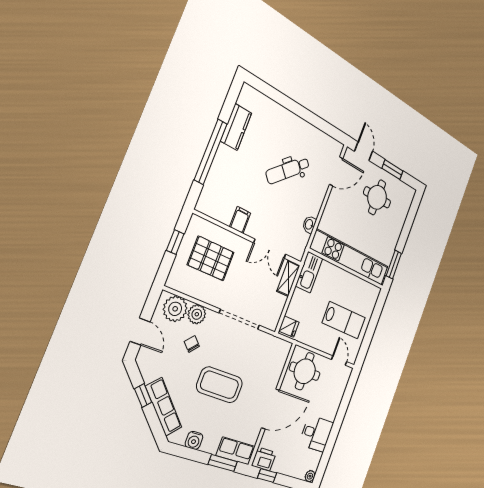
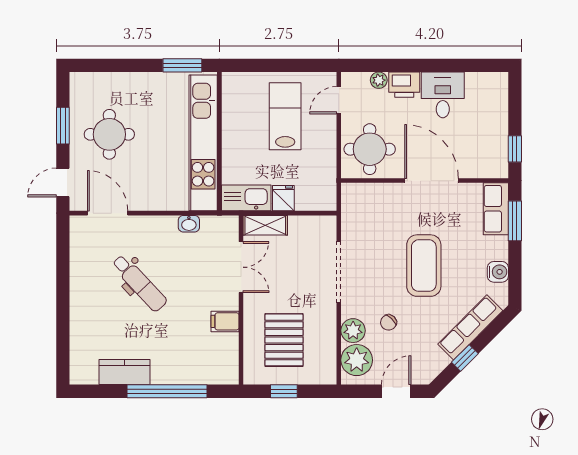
fridge: (289, 327) -> (283, 198), moved
printer: (264, 459) -> (404, 85), moved, turned -90
plant: (310, 476) -> (379, 80), moved

